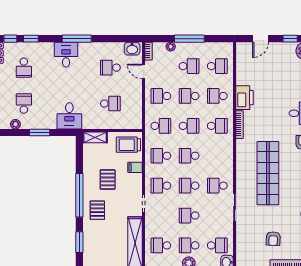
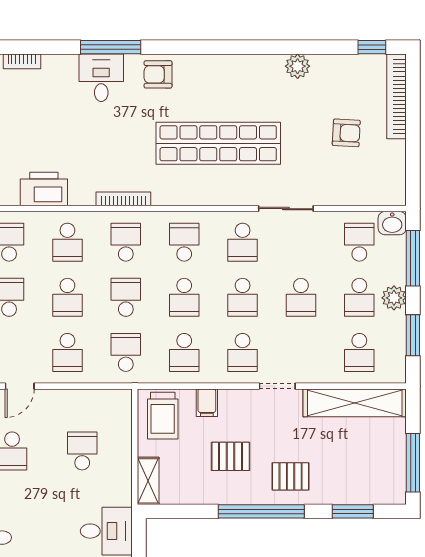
printer: (245, 98) -> (44, 189), moved
school desk: (217, 156) -> (184, 242), added

